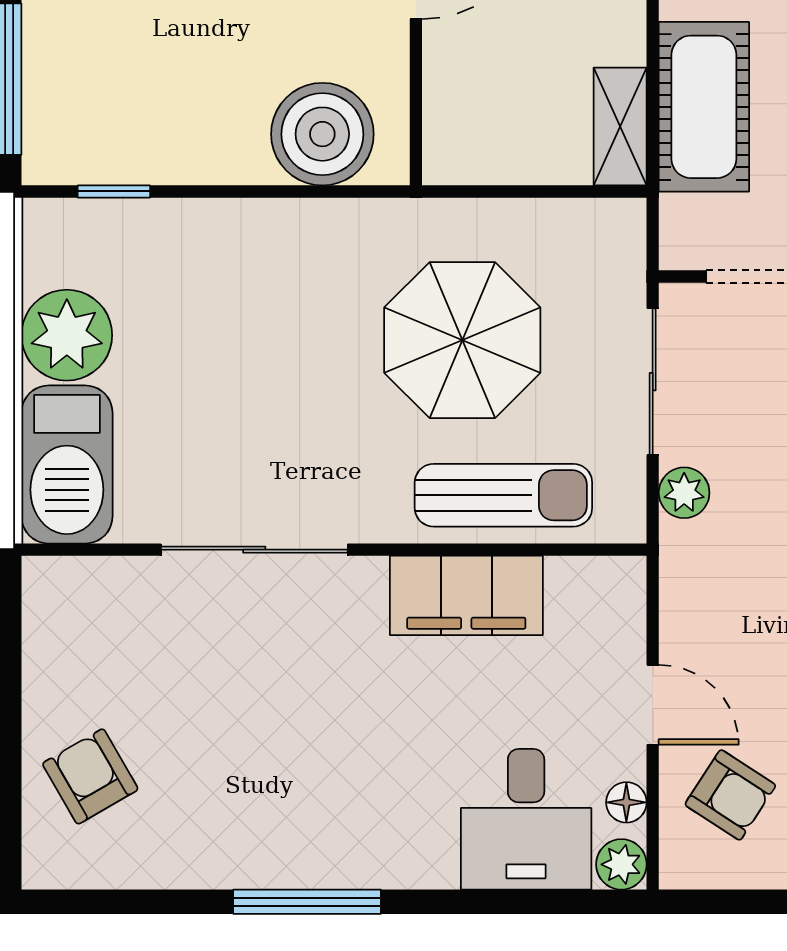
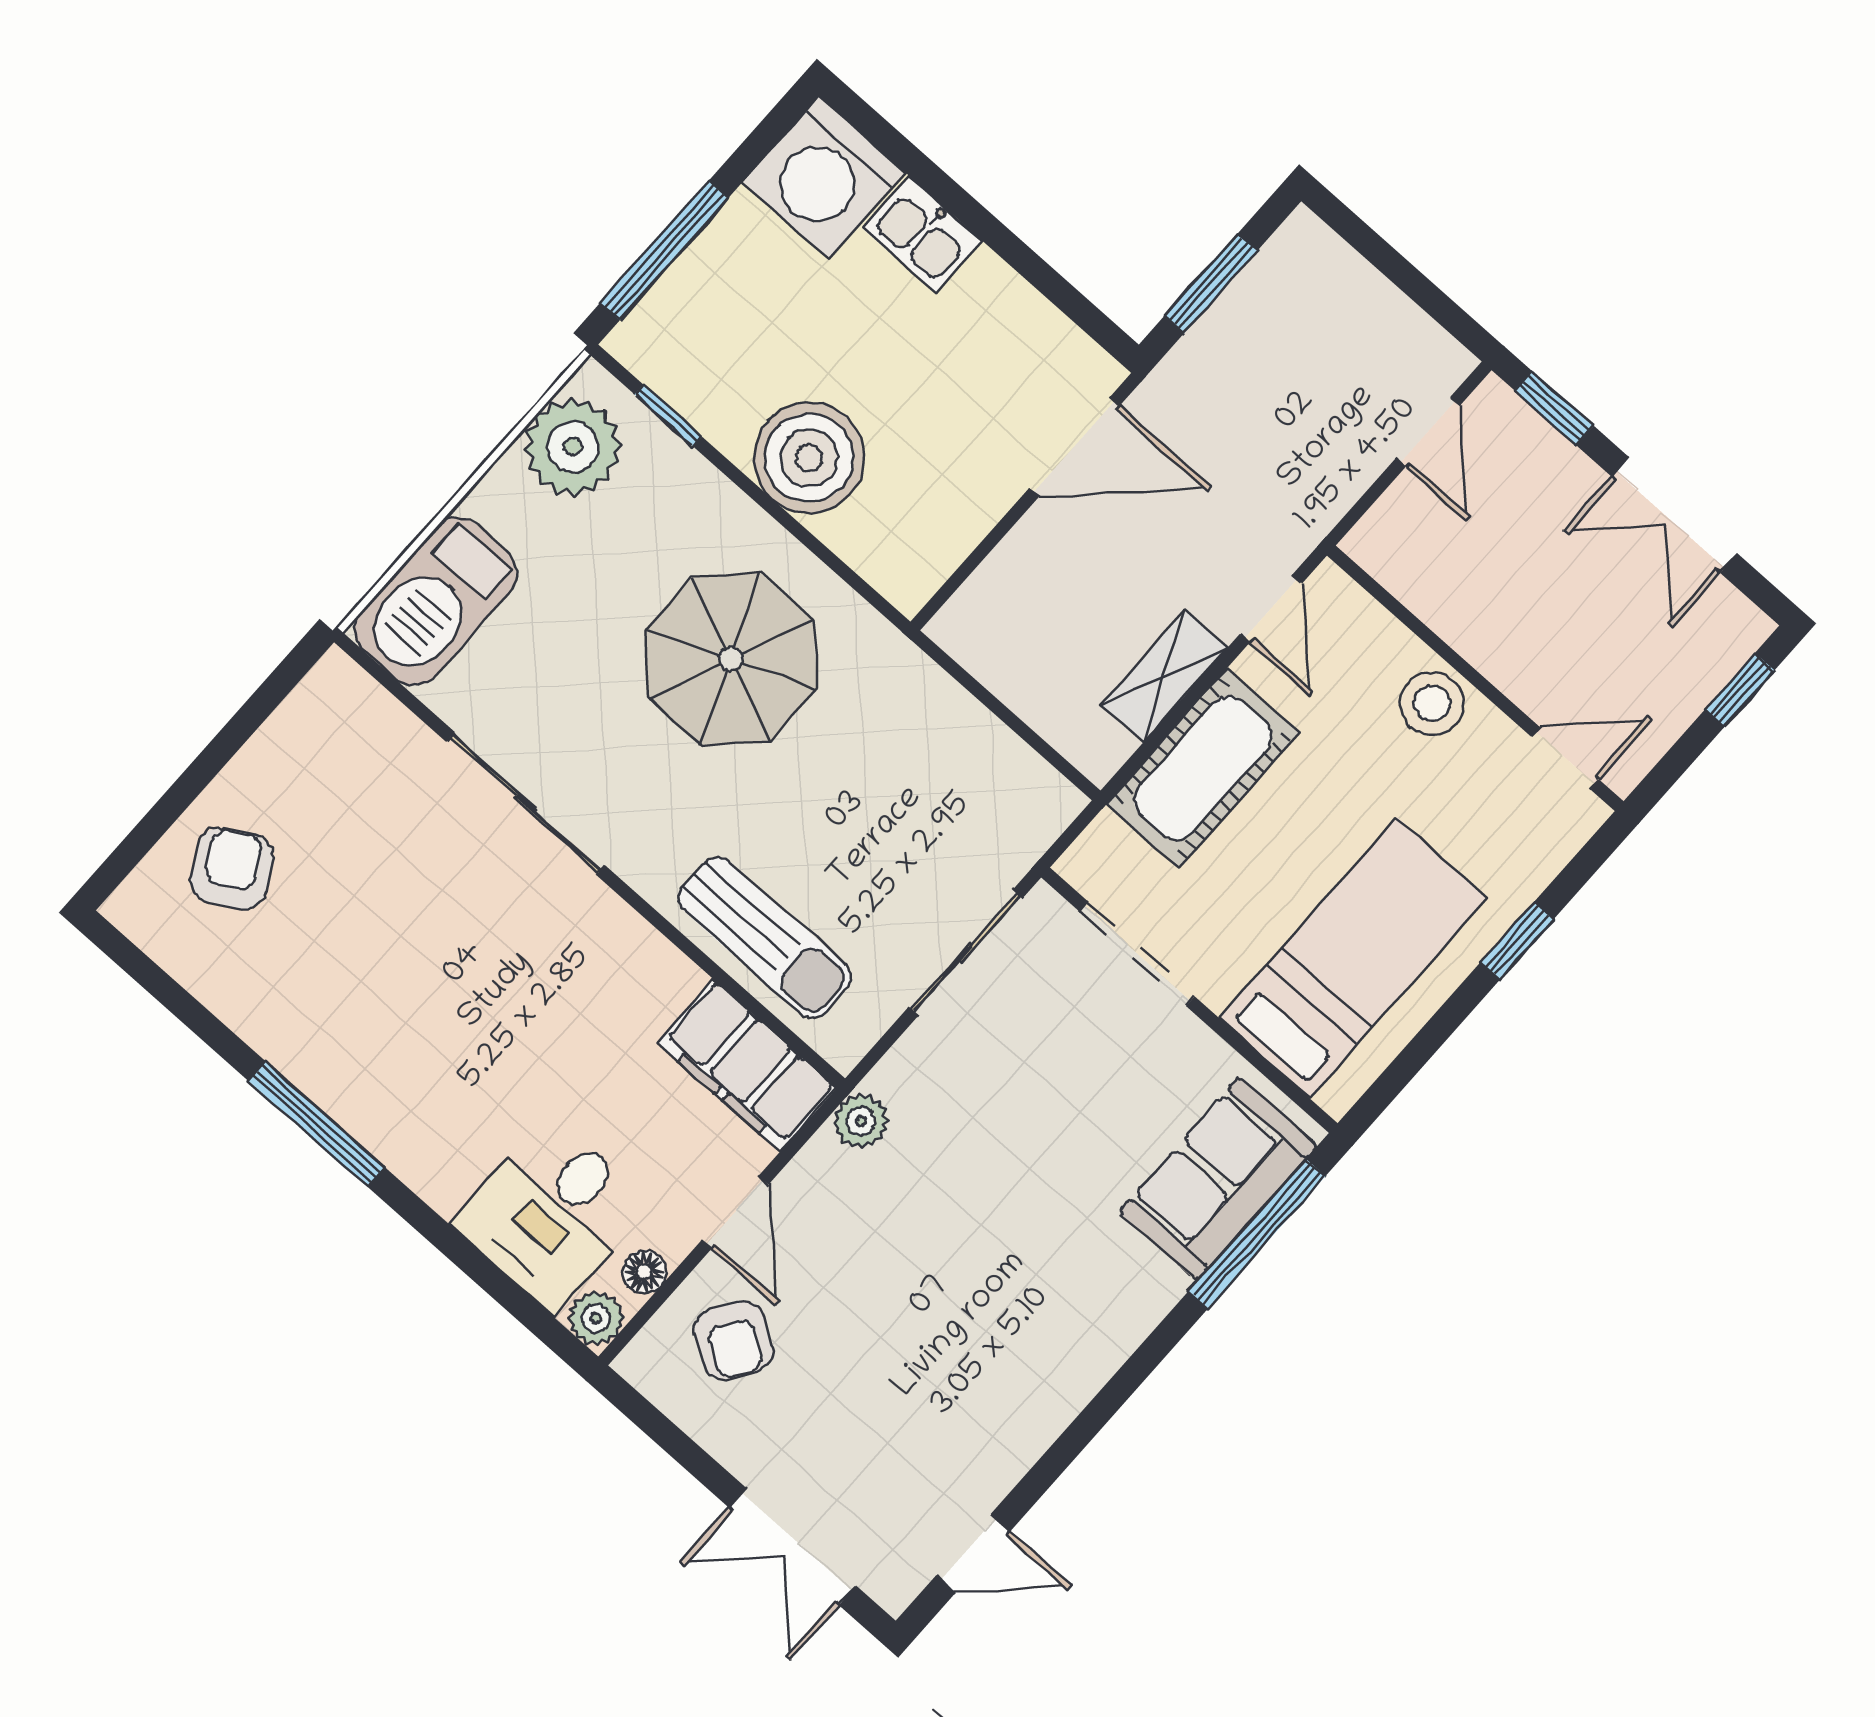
shelving: (620, 126) -> (1164, 676), moved
boiler: (322, 134) -> (809, 458), moved
plant: (67, 335) -> (573, 447), moved
parasol: (462, 340) -> (731, 659), moved
plant: (684, 493) -> (861, 1121), moved
filing cabinet: (466, 595) -> (747, 1066), moved

